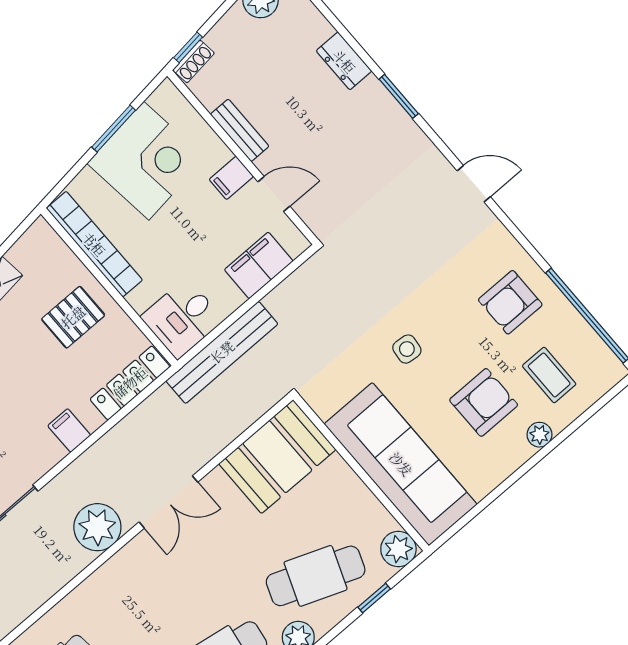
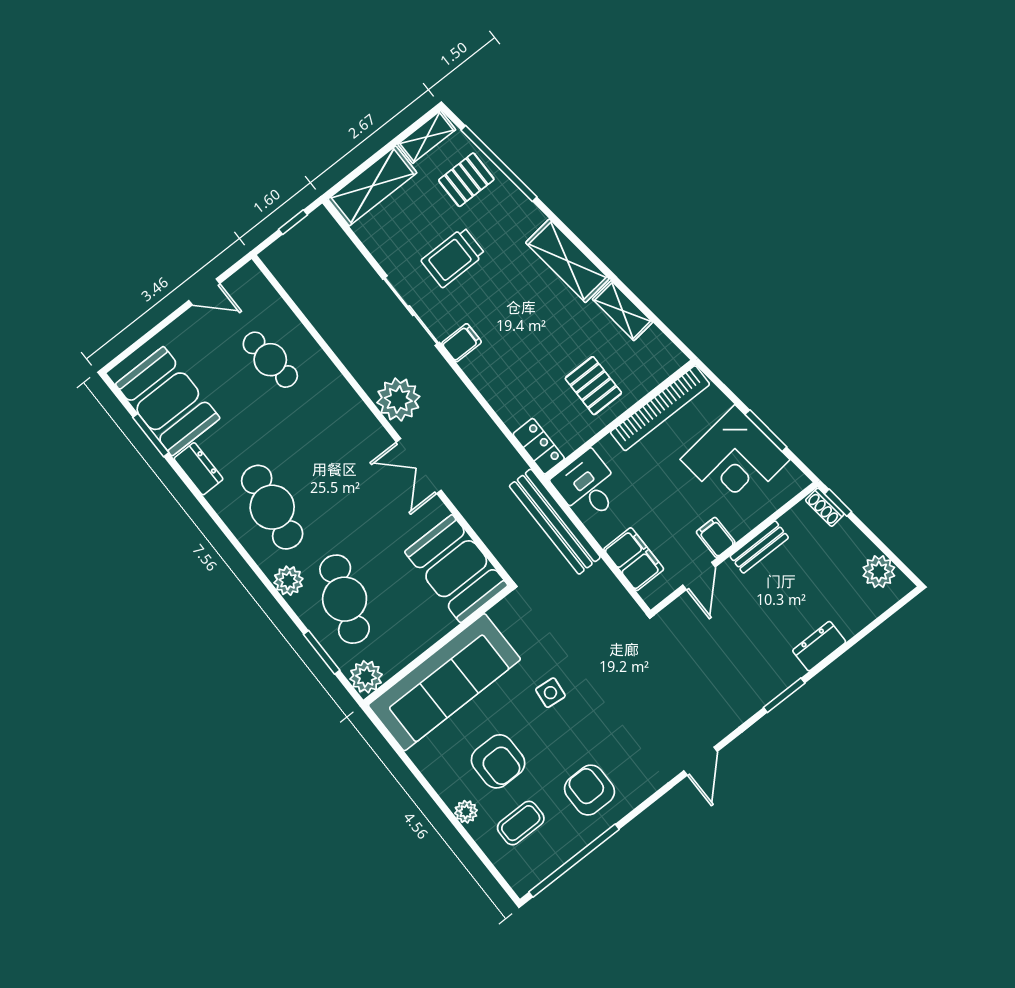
locker: (130, 383) -> (539, 446), width x0.66
filing cabinet: (69, 430) -> (462, 343), moved
window: (374, 598) -> (322, 652), width x1.50

